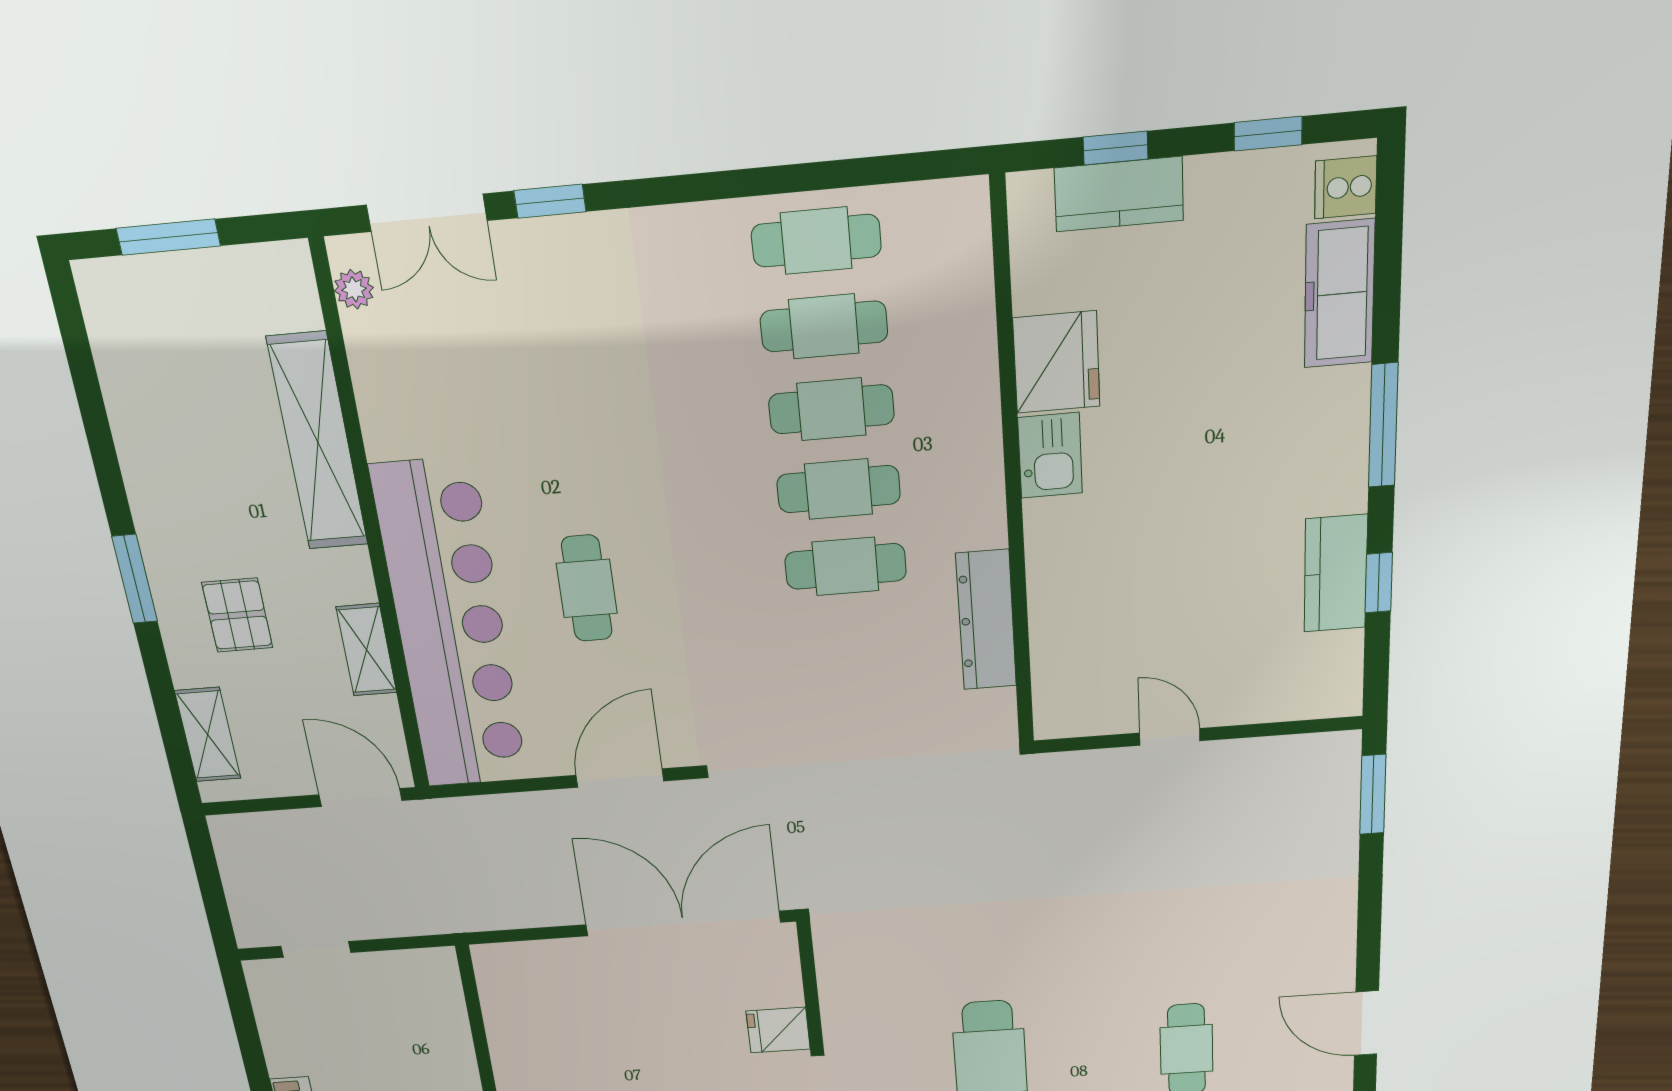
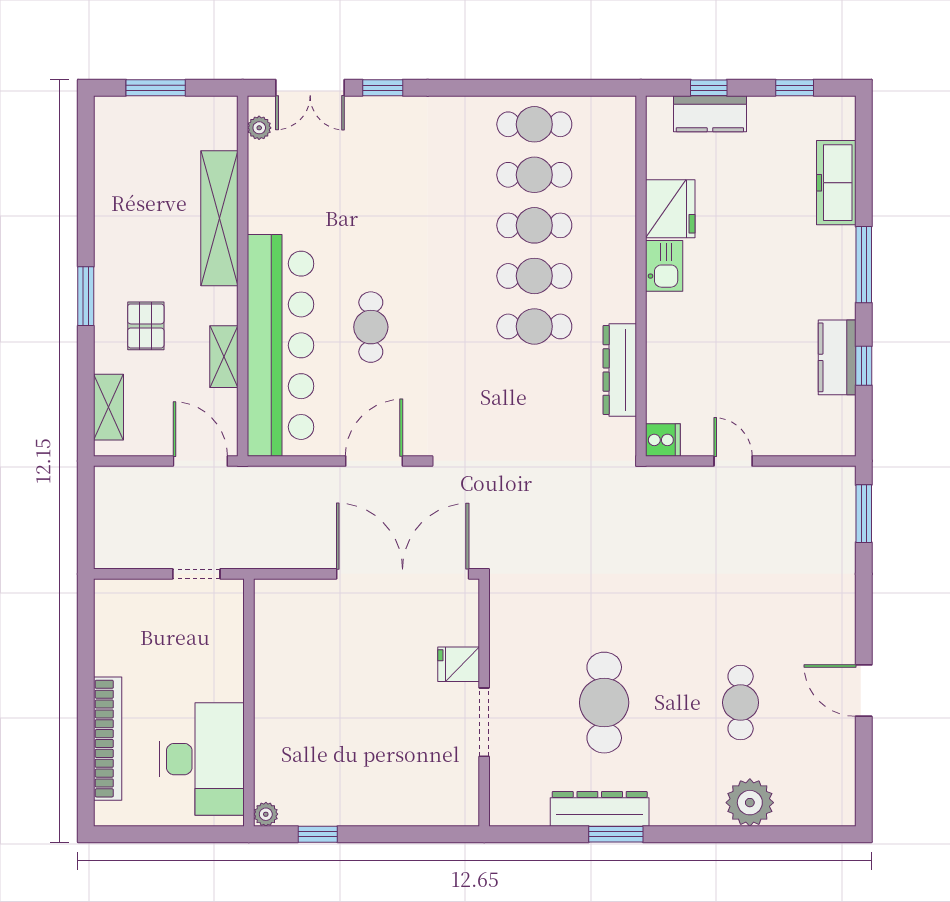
cooker: (1346, 187) -> (663, 440), moved, turned 180
doorway: (316, 949) -> (196, 574), moved

